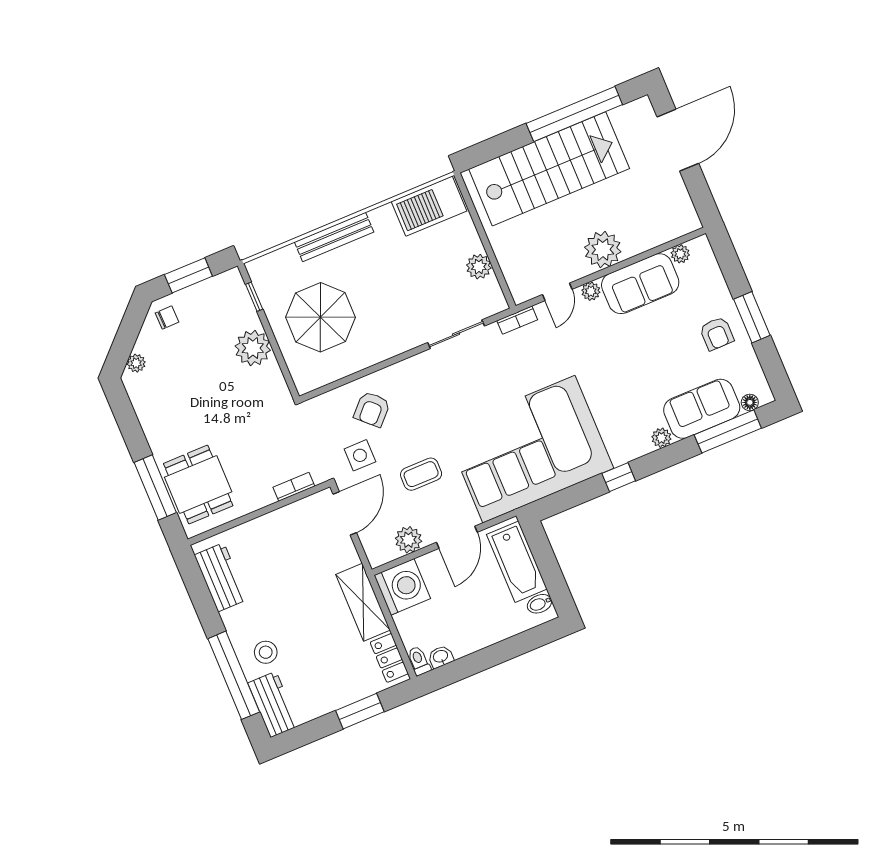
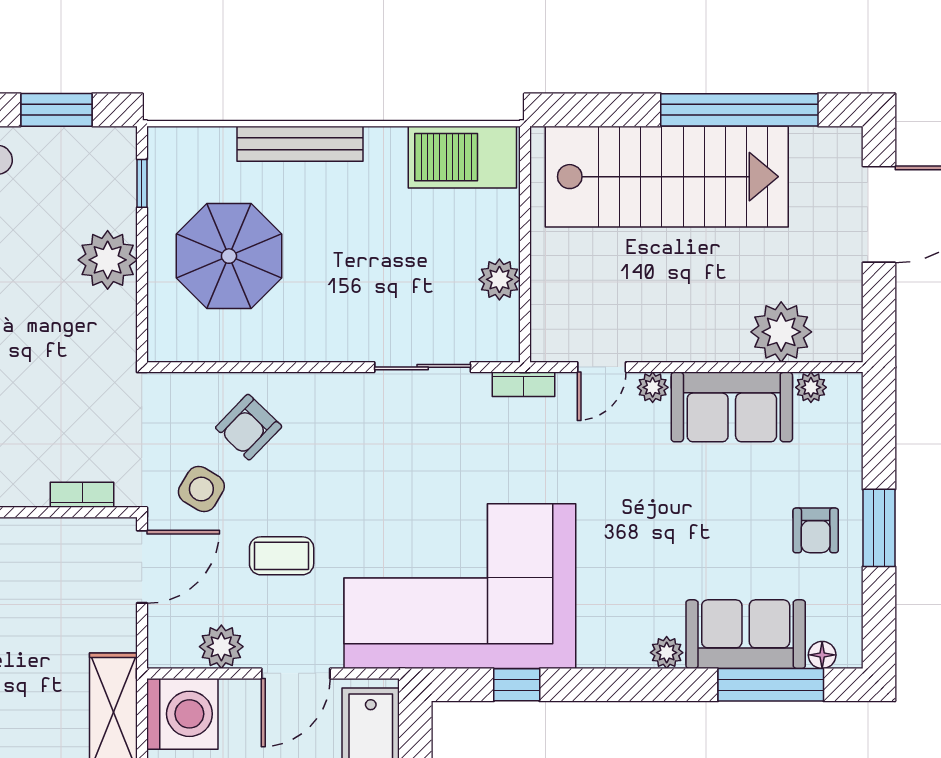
plant: (603, 250) -> (781, 332), moved
side table: (360, 455) -> (201, 489), turned 31
window: (619, 477) -> (517, 685), moved

